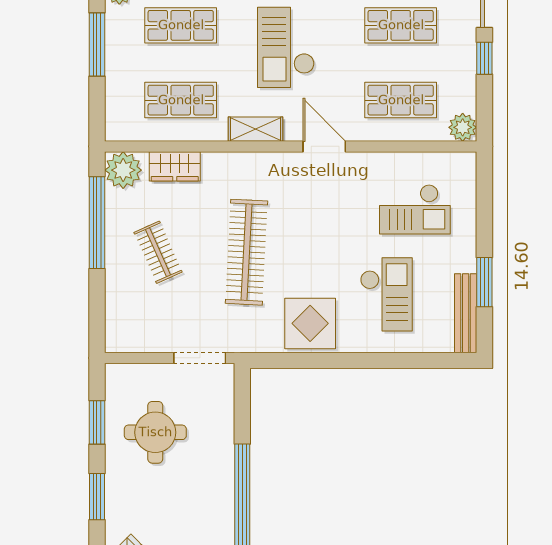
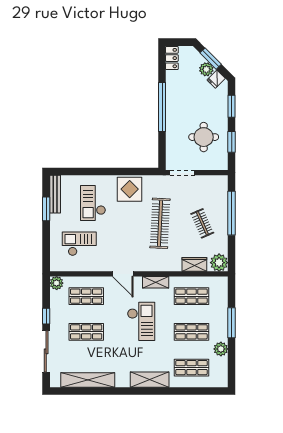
window: (97, 223) -> (232, 213), moved

